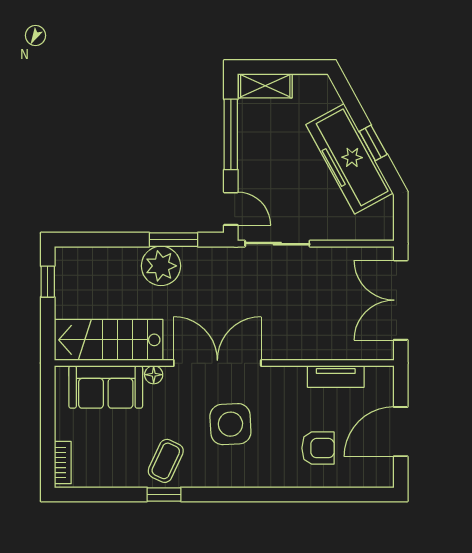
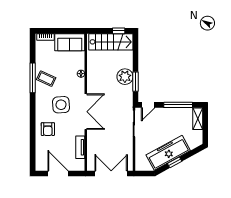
stairs: (109, 340) -> (111, 42), moved, turned 90
double door: (217, 363) -> (86, 112), moved
sofa: (106, 387) -> (70, 42), moved, turned -90
armchair: (318, 448) -> (48, 129), moved
window: (164, 494) -> (33, 78), width x2.17

